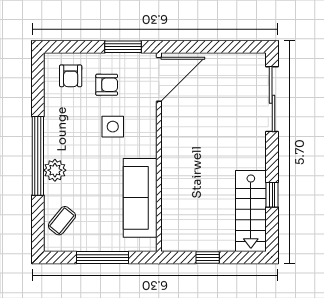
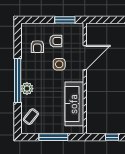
armchair: (71, 76) -> (37, 47), moved
door: (159, 79) -> (85, 58), moved

